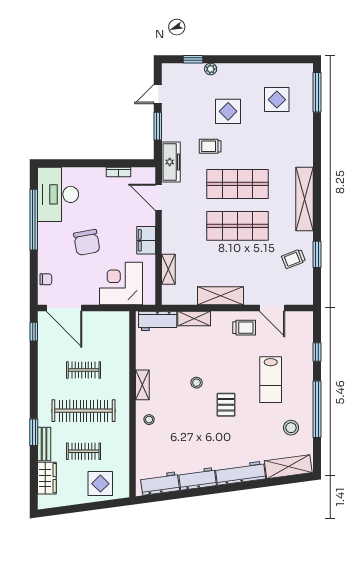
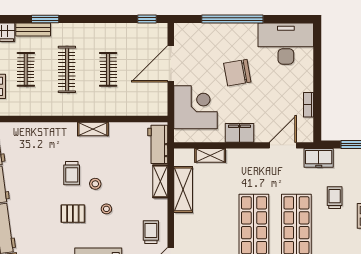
freezer: (171, 162) -> (319, 158), width x0.71
window: (34, 220) -> (232, 19), moved
chair: (46, 279) -> (200, 31), removed
shelving: (221, 296) -> (183, 189), moved
door: (64, 308) -> (171, 64), moved
trolley: (244, 328) -> (151, 232), turned 180
trolley: (186, 406) -> (72, 173), added
clothes rail: (84, 411) -> (67, 69), width x0.73, depth x0.76
stool: (149, 420) -> (106, 209), moved

